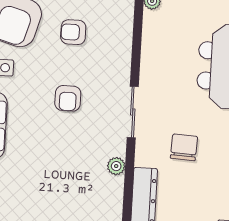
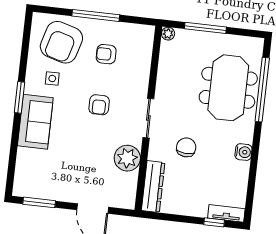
plant: (116, 166) -> (127, 158), width x1.87, depth x1.87

